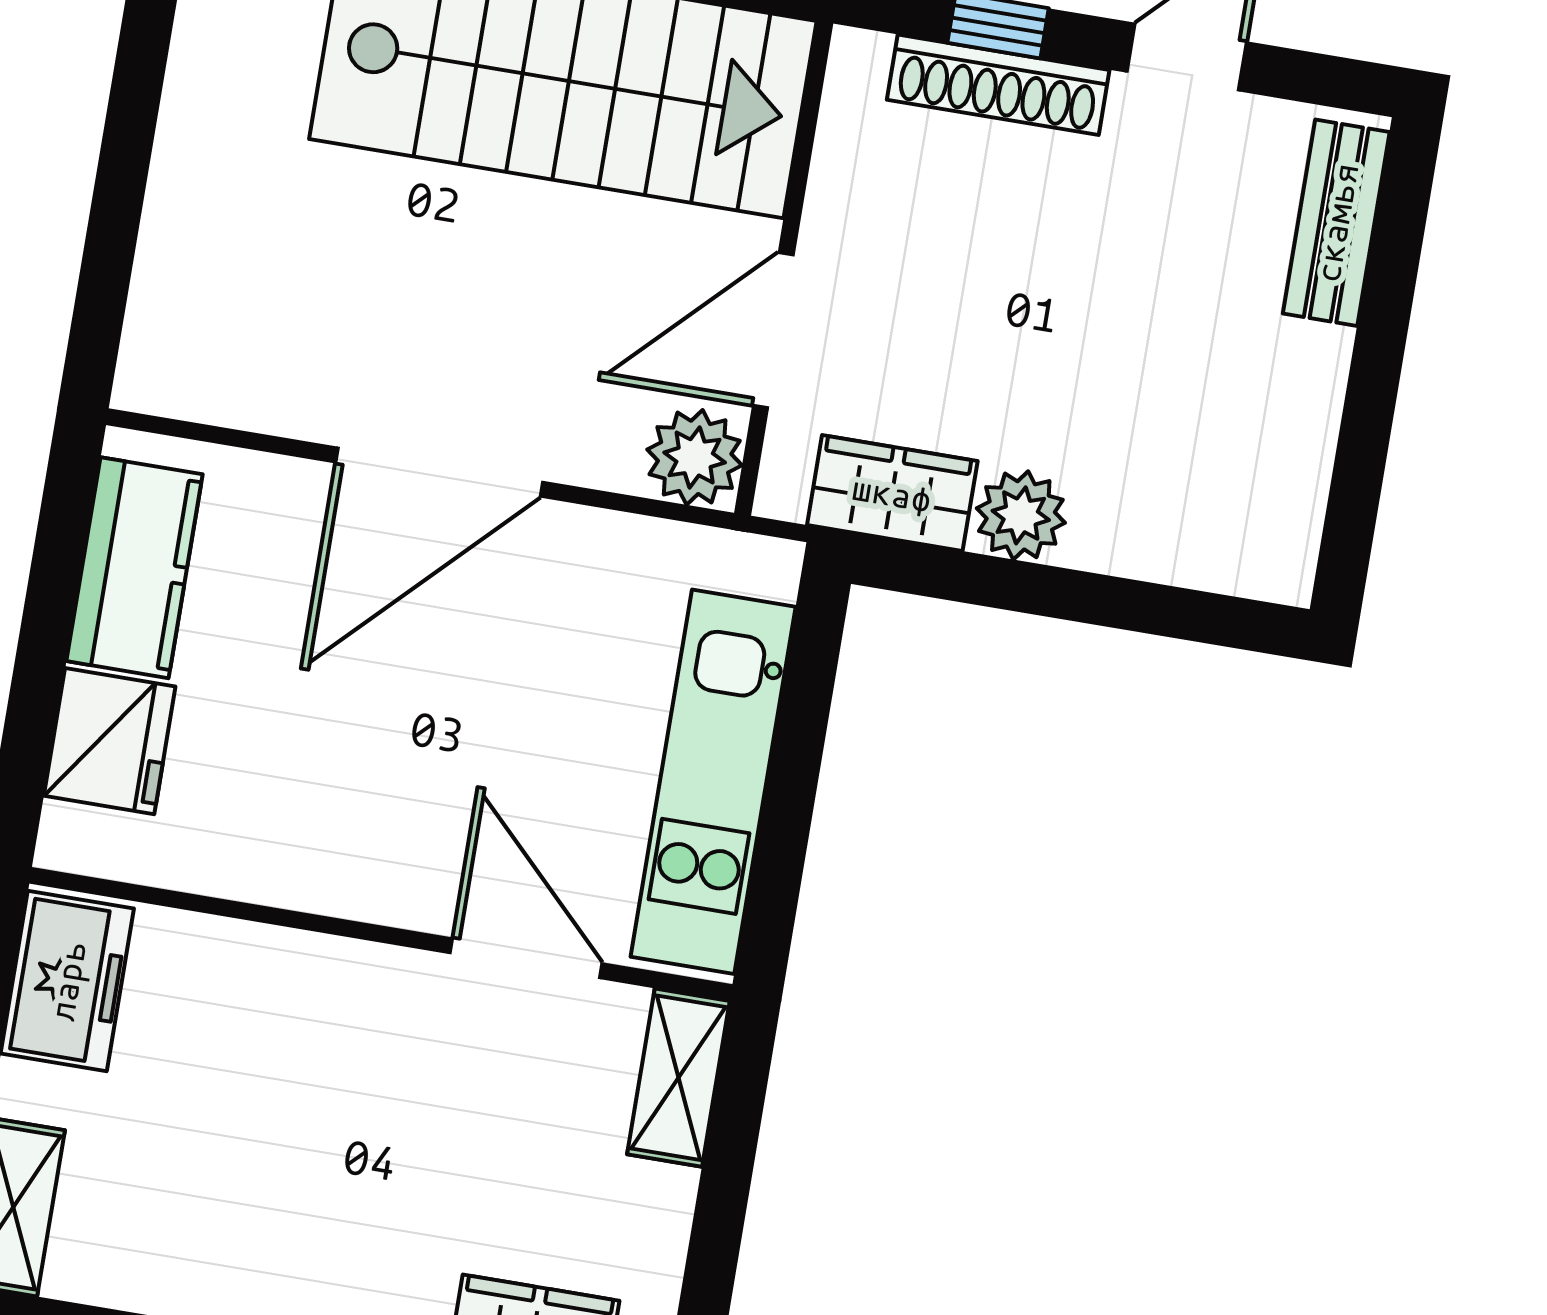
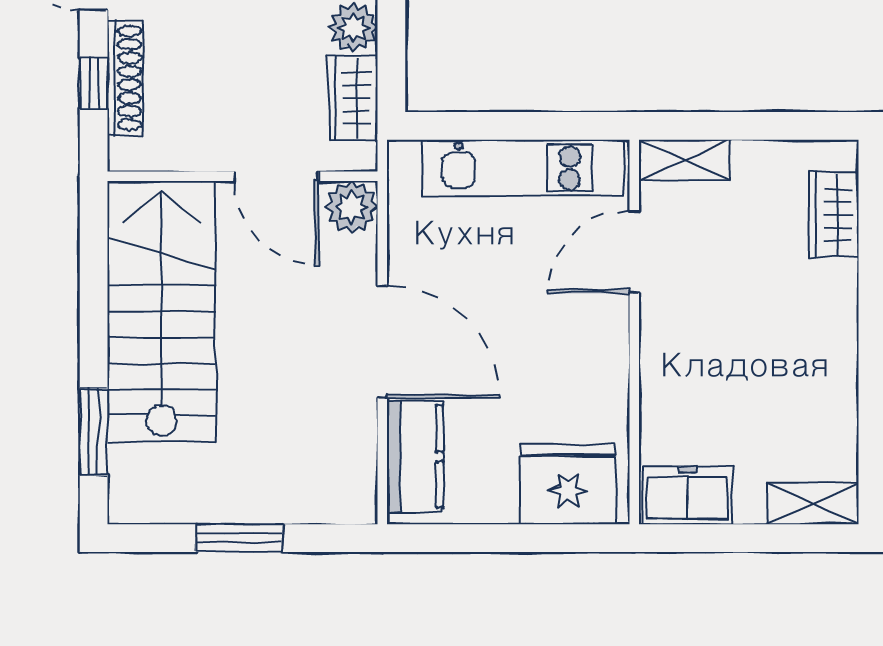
window: (126, 152) -> (239, 538), added
kitchen counter: (134, 568) -> (415, 457), moved, turned 90
fridge: (110, 741) -> (568, 484), width x1.36, depth x1.34

